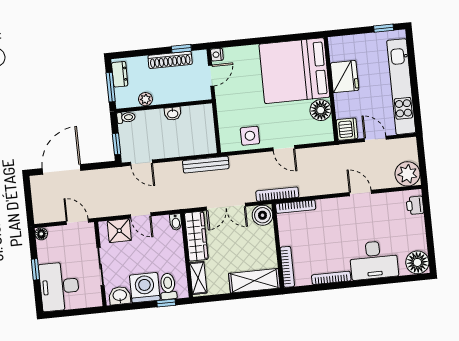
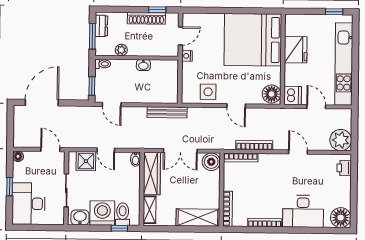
nightstand: (217, 55) -> (187, 56), moved
floor lamp: (321, 110) -> (272, 94), moved
bookcase: (277, 194) -> (254, 145), moved

